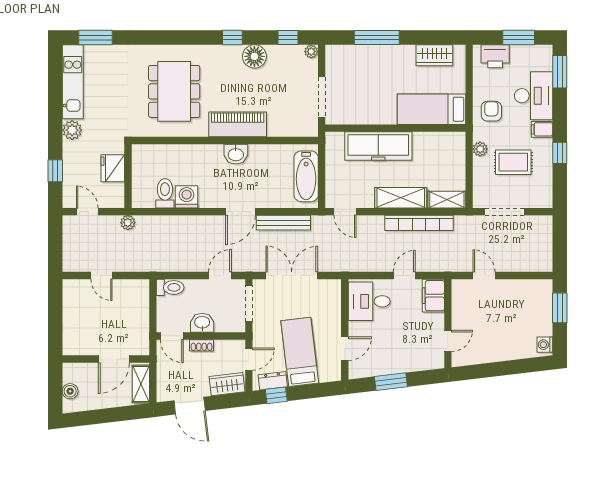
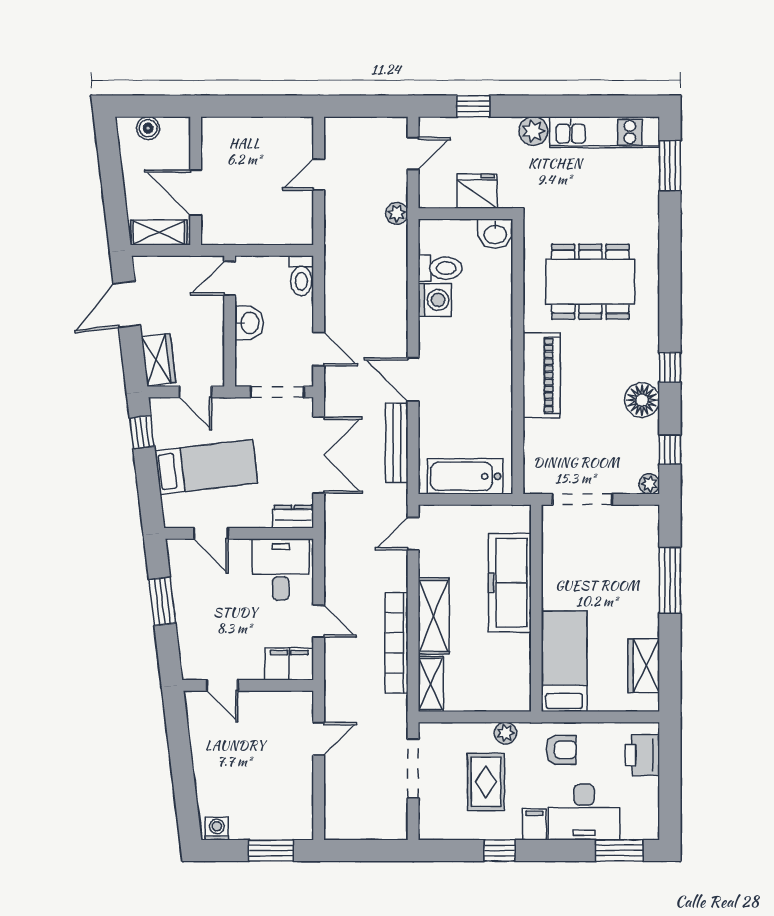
window: (519, 38) -> (670, 790), removed
washbasin: (236, 154) -> (495, 234), moved, turned -90
shoe rack: (201, 345) -> (216, 322), removed
dresser: (273, 381) -> (293, 517), moved, turned -83

